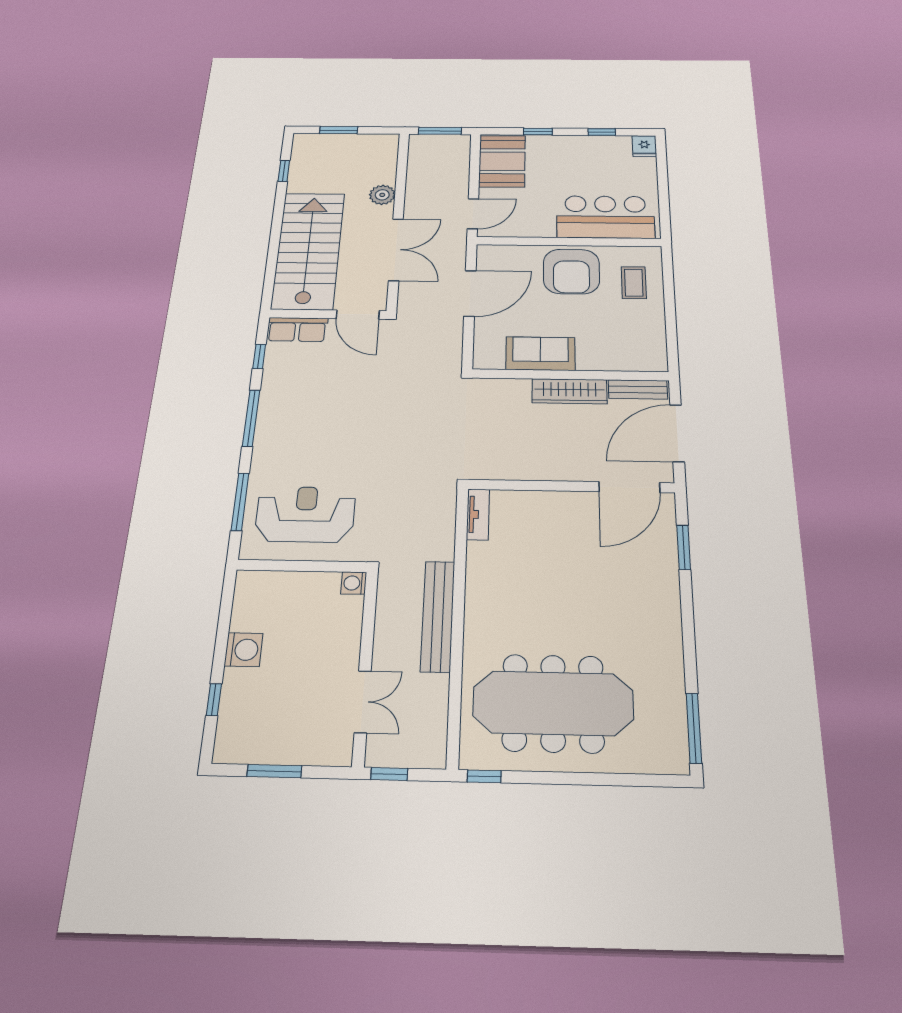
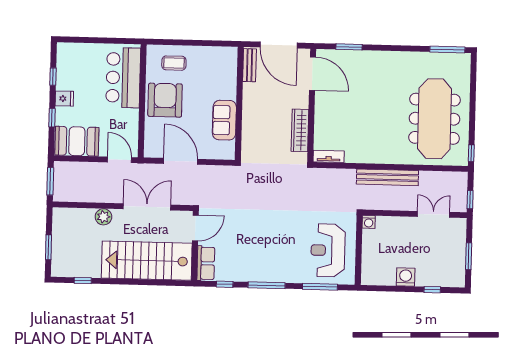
fridge: (644, 146) -> (64, 99), moved
armchair: (571, 271) -> (165, 100), turned -90
wardrobe: (569, 391) -> (300, 130), moved, turned 180

